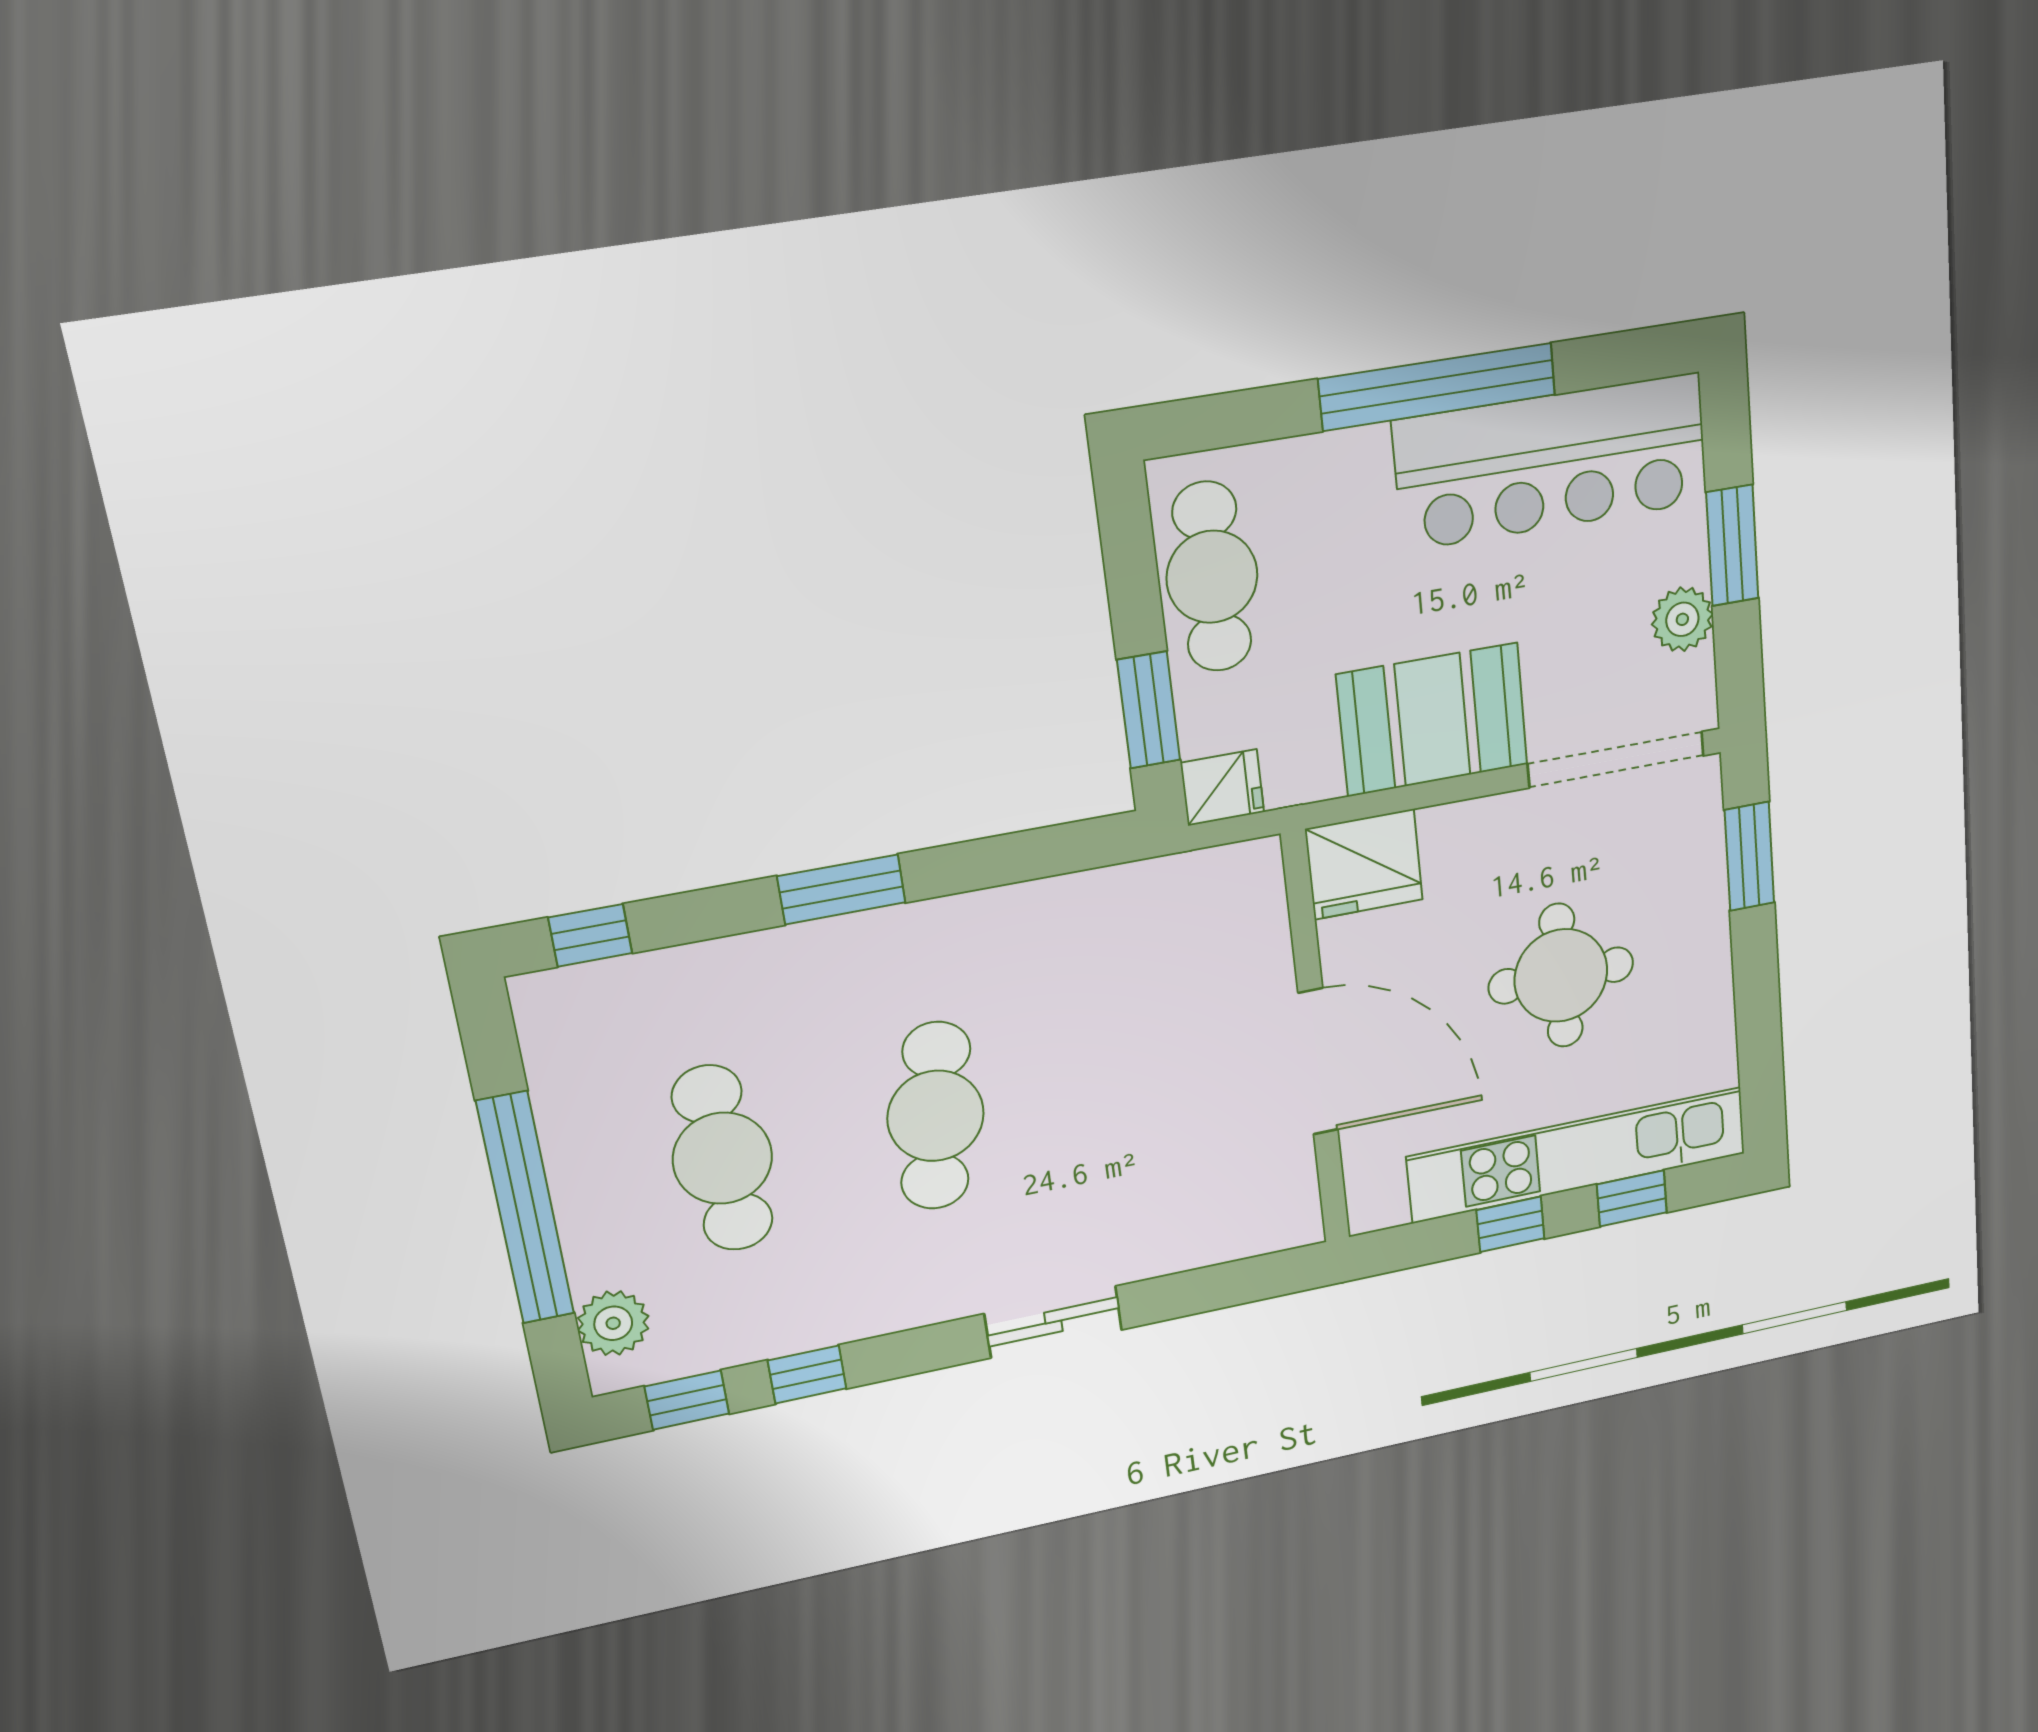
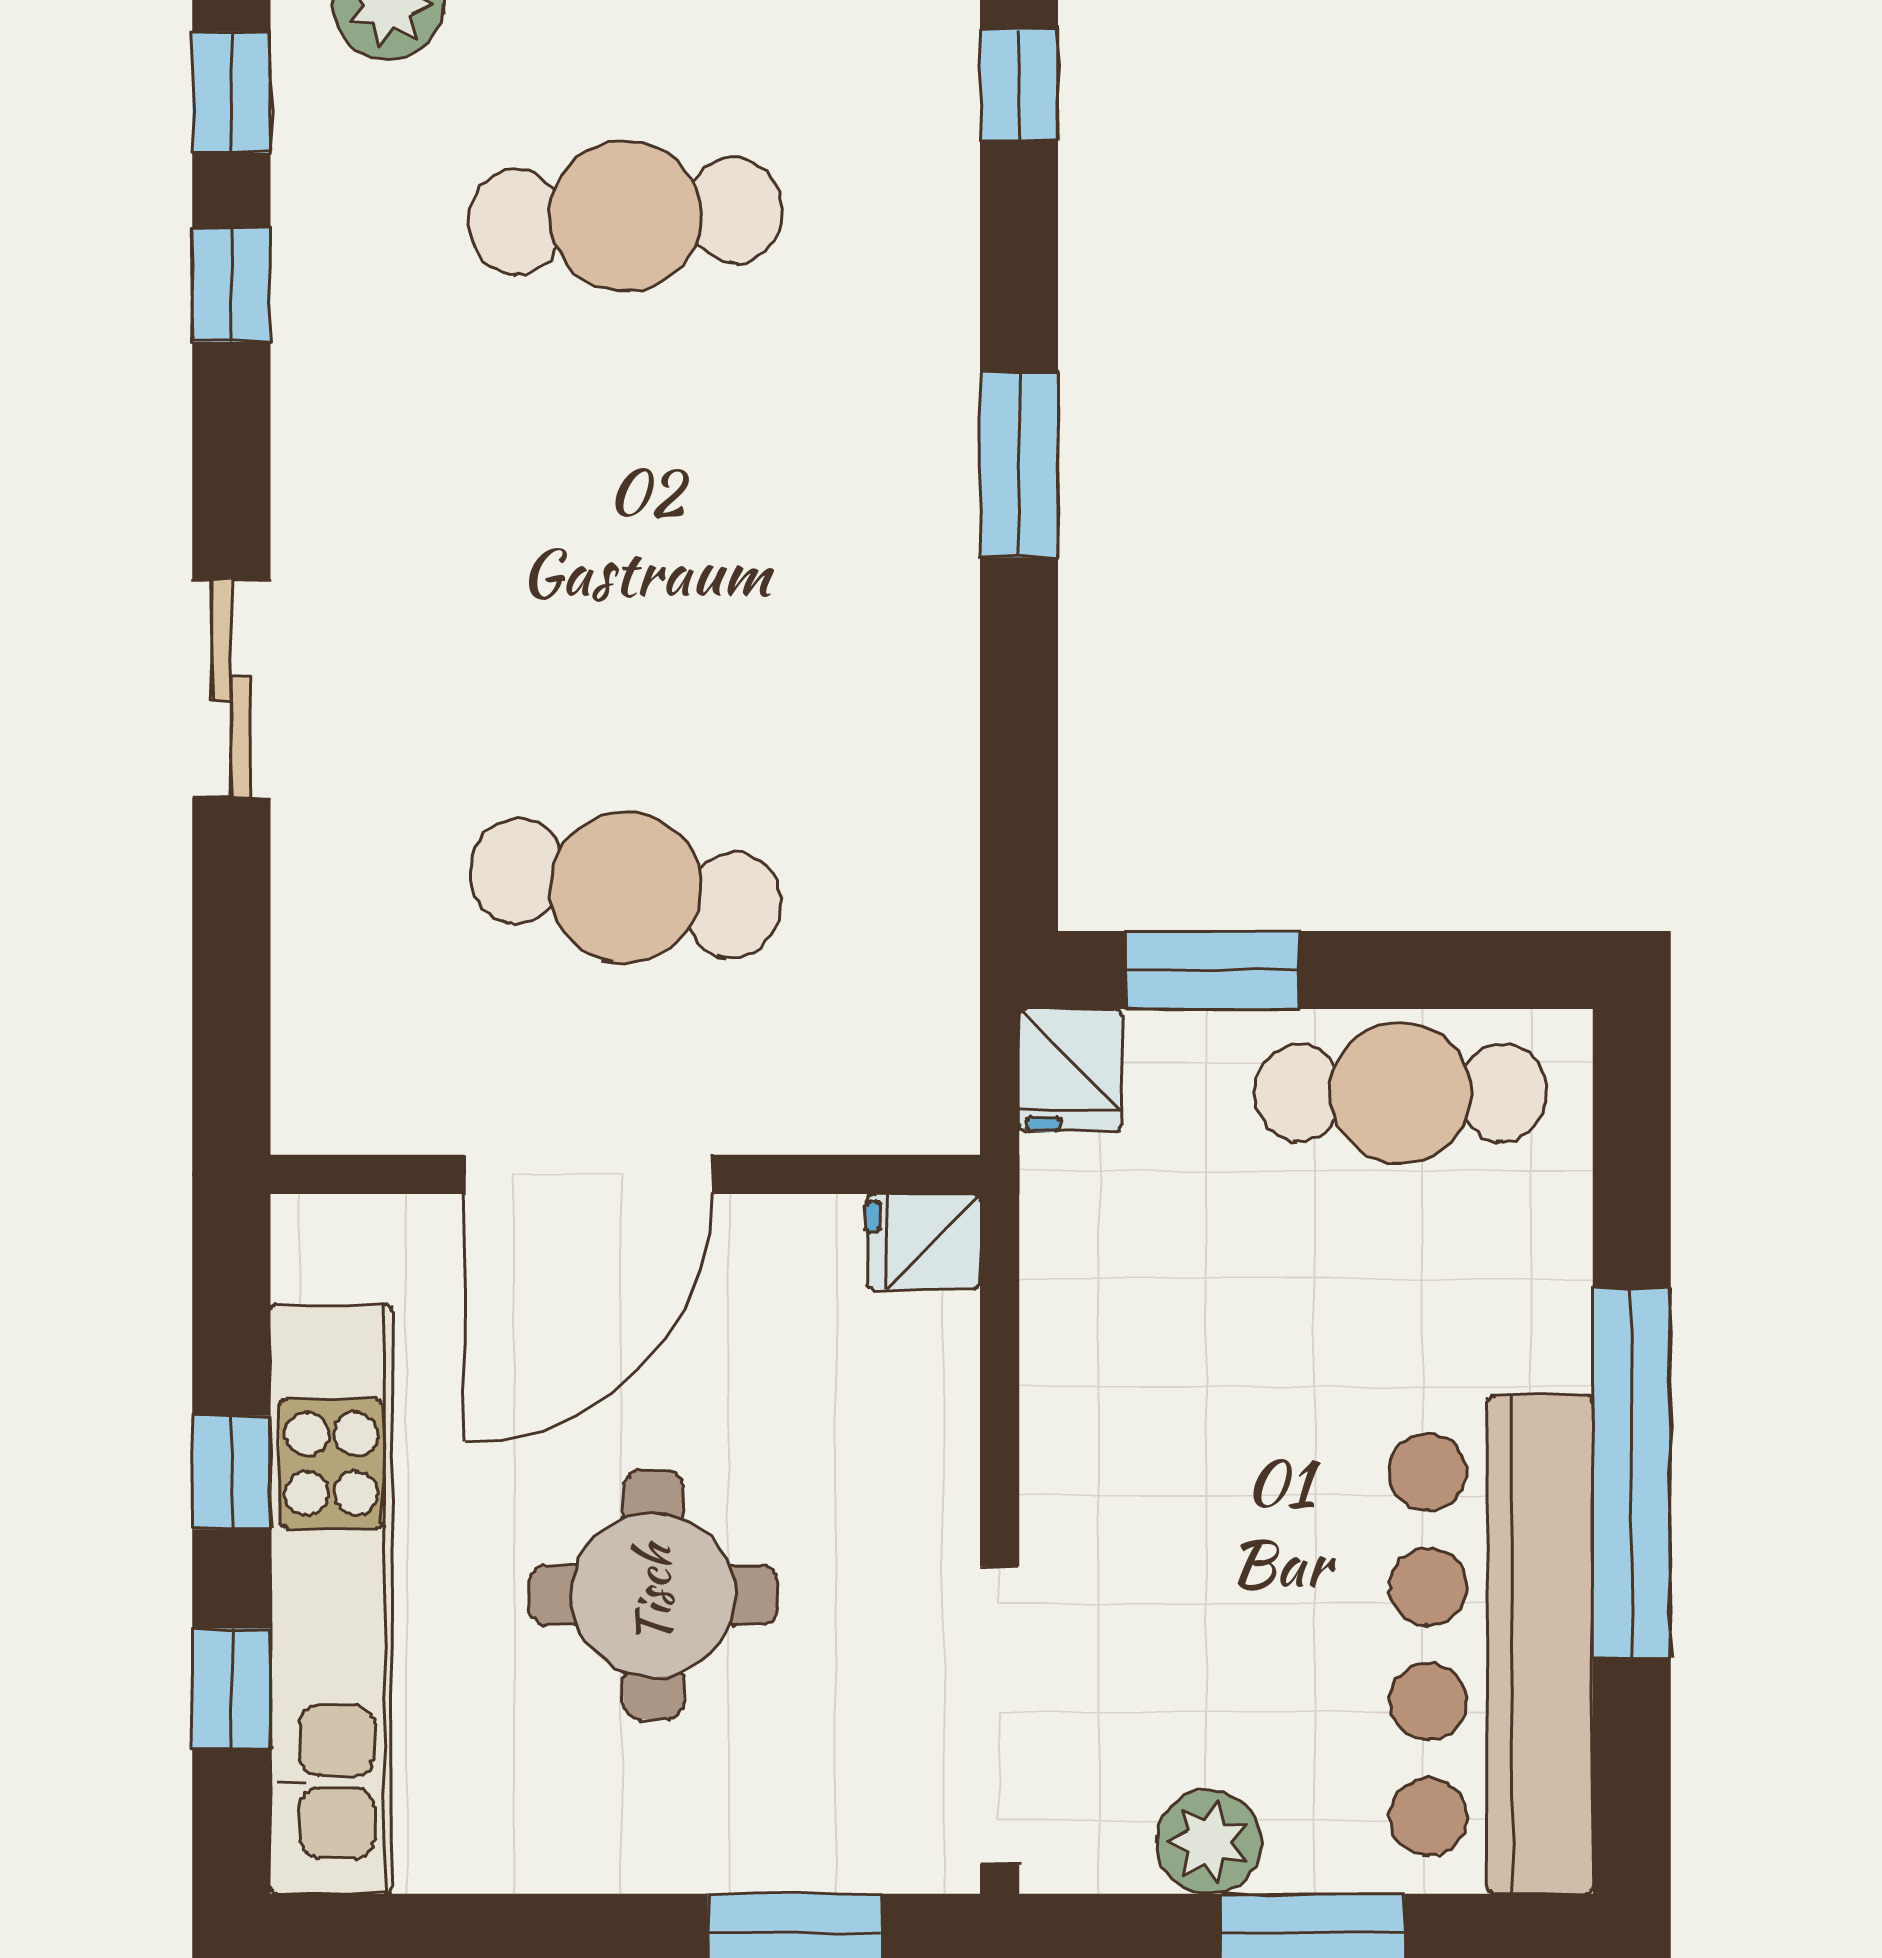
booth: (1432, 720) -> (1119, 1417), removed
fridge: (1364, 864) -> (923, 1241), width x0.53, depth x0.75
cafe table: (936, 1116) -> (625, 888), moved

